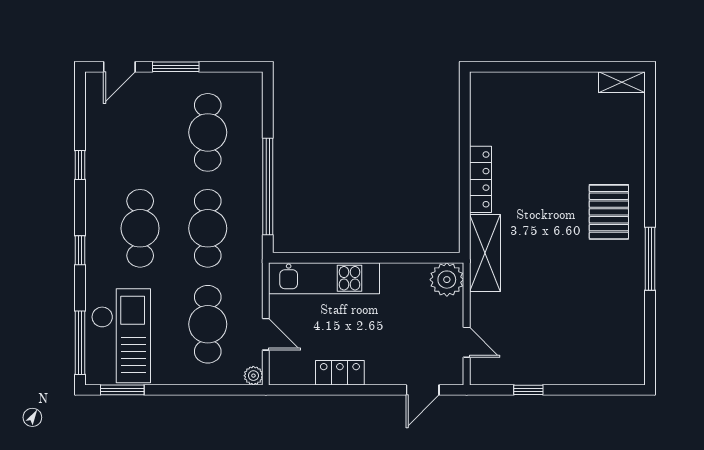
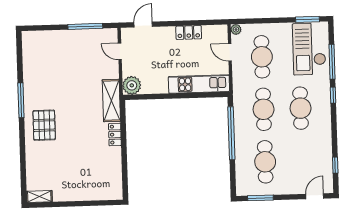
window: (176, 67) -> (260, 198), moved
window: (80, 165) -> (335, 165), moved
locker: (480, 179) -> (115, 135), width x0.66
window: (80, 343) -> (332, 62), moved
window: (528, 390) -> (85, 26), width x2.17

